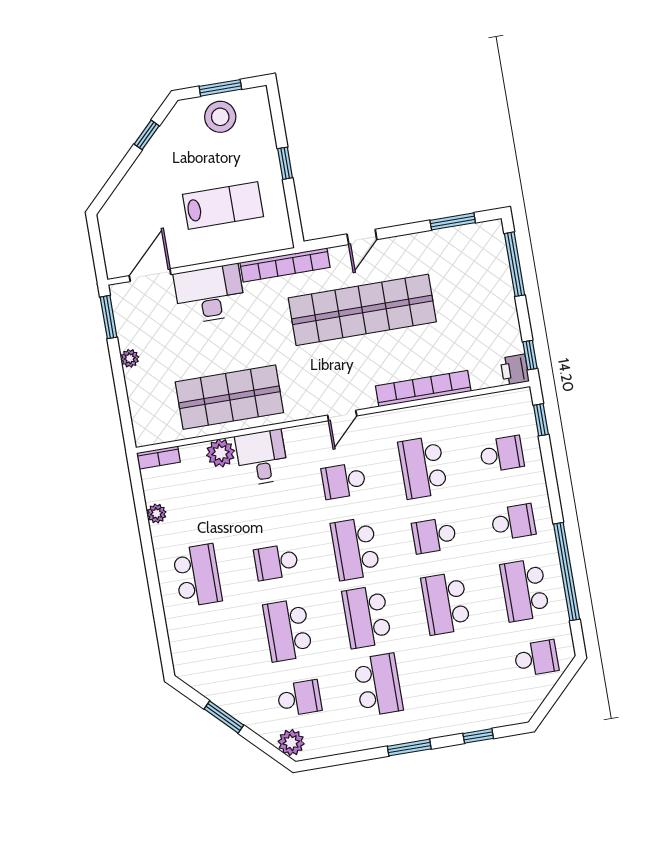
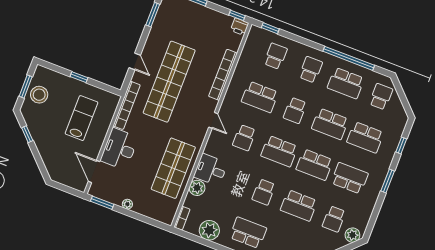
plant: (157, 514) -> (209, 230), width x1.87, depth x1.87
school desk: (457, 671) -> (365, 137), added
school desk: (299, 698) -> (334, 219), turned 180

